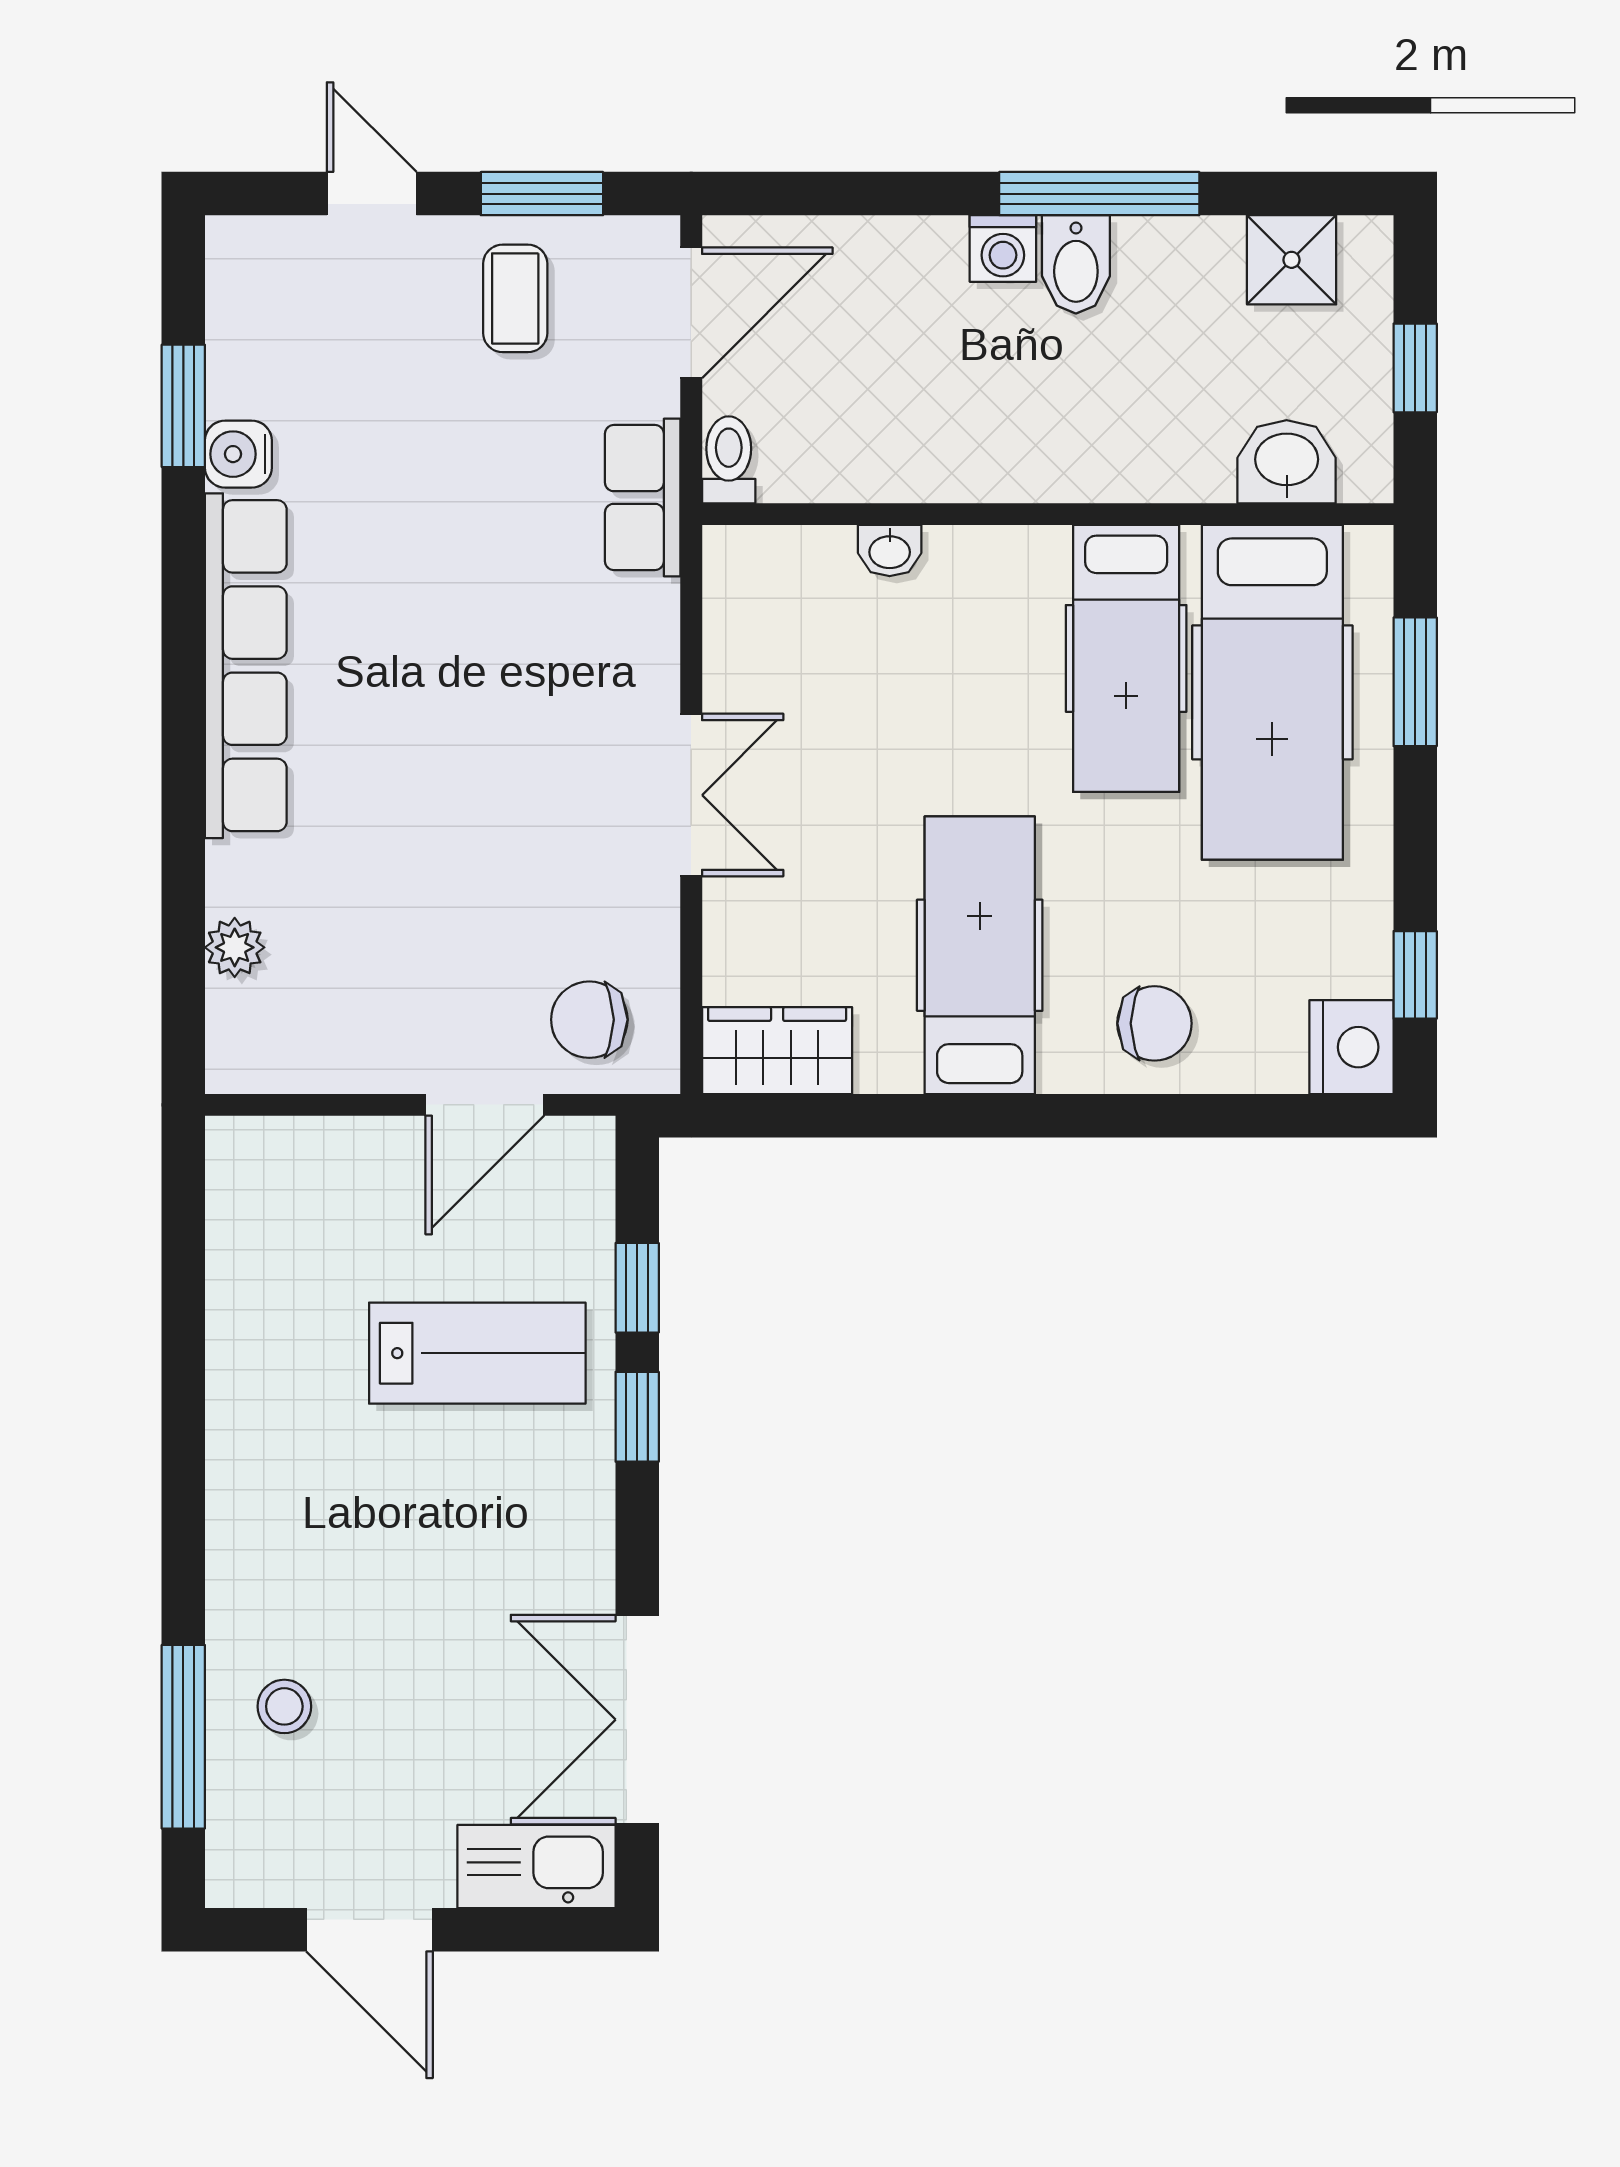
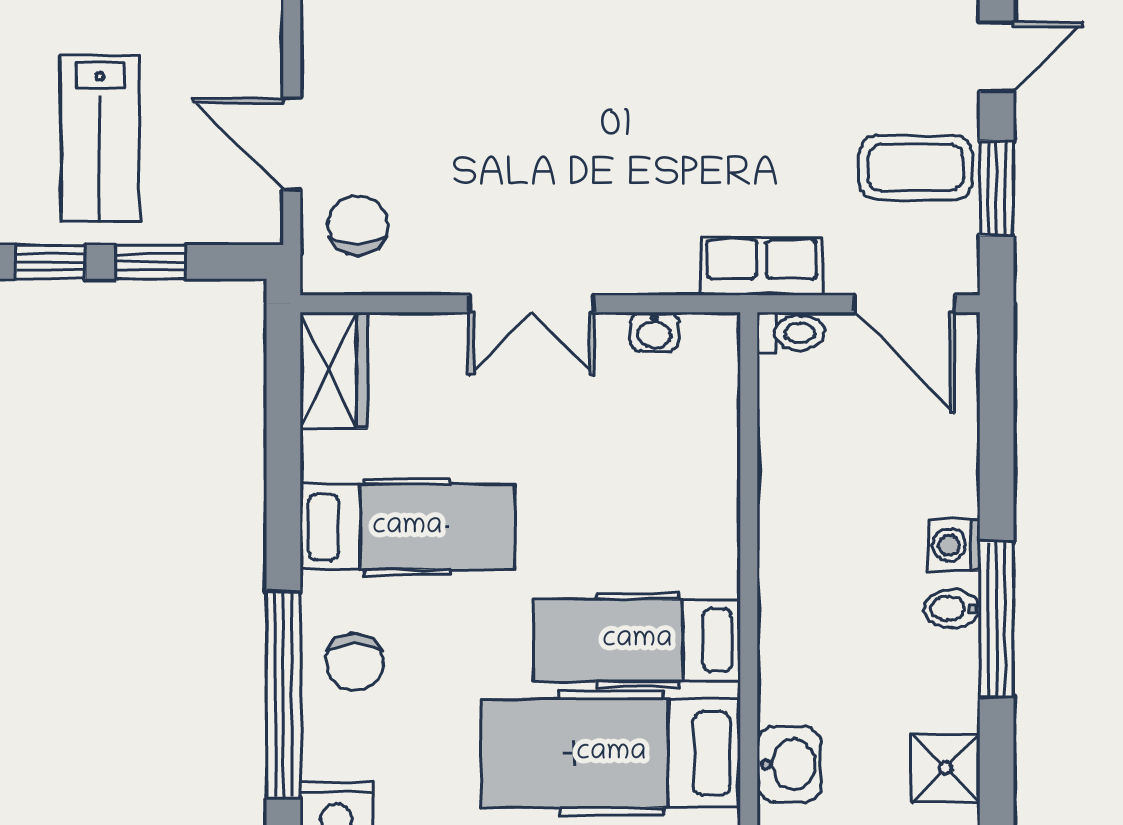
bidet: (1076, 264) -> (952, 609), width x0.72, depth x0.74
coffee table: (515, 298) -> (916, 168), width x1.36, depth x1.30
washbasin: (890, 551) -> (654, 332), moved, turned -90
window: (1197, 1116) -> (283, 695), added

